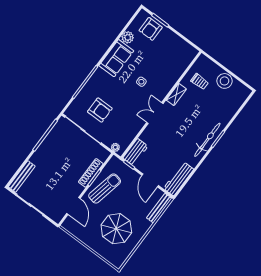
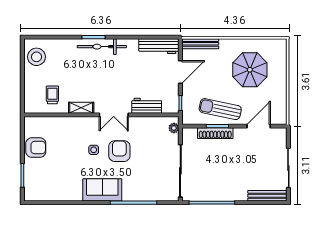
armchair: (151, 29) -> (36, 148), moved
plant: (128, 37) -> (61, 194), removed
sofa: (116, 58) -> (102, 190), moved
stool: (225, 81) -> (36, 57), moved
armchair: (100, 110) -> (119, 151), moved
workbench: (135, 152) -> (147, 106), moved

